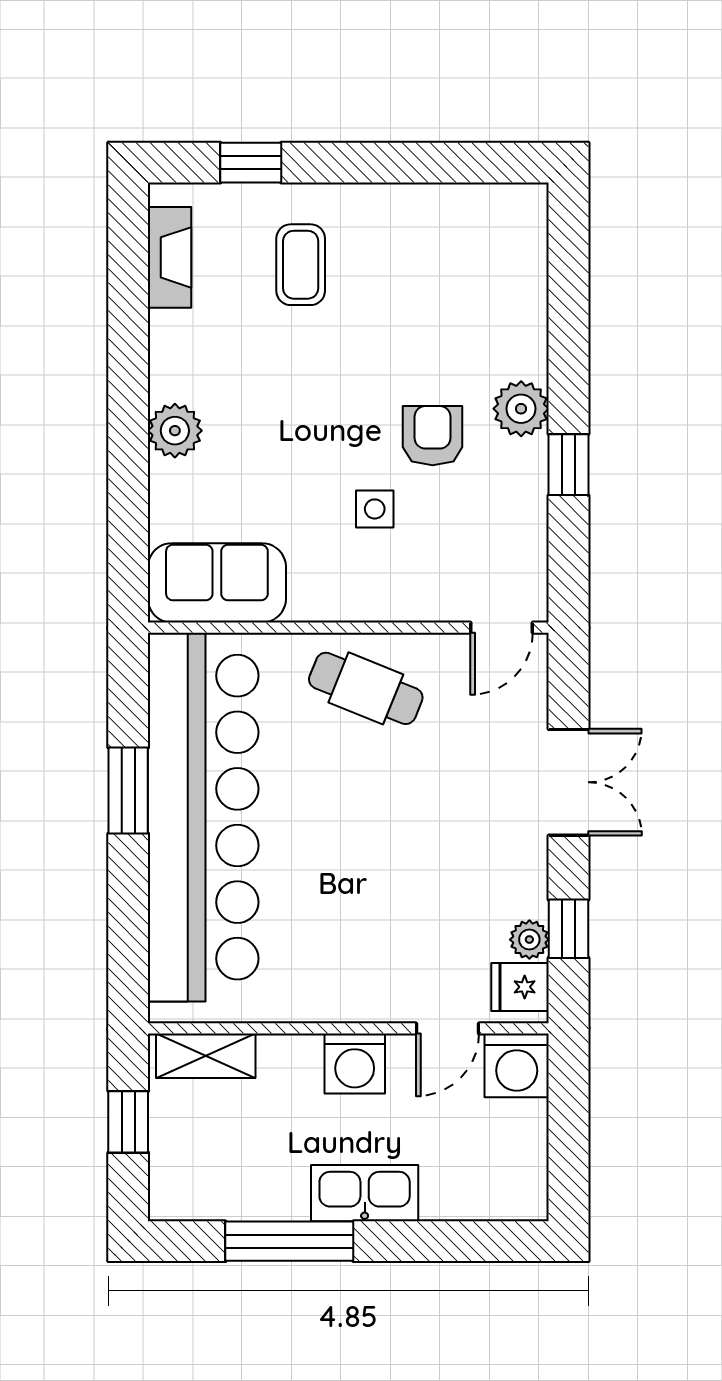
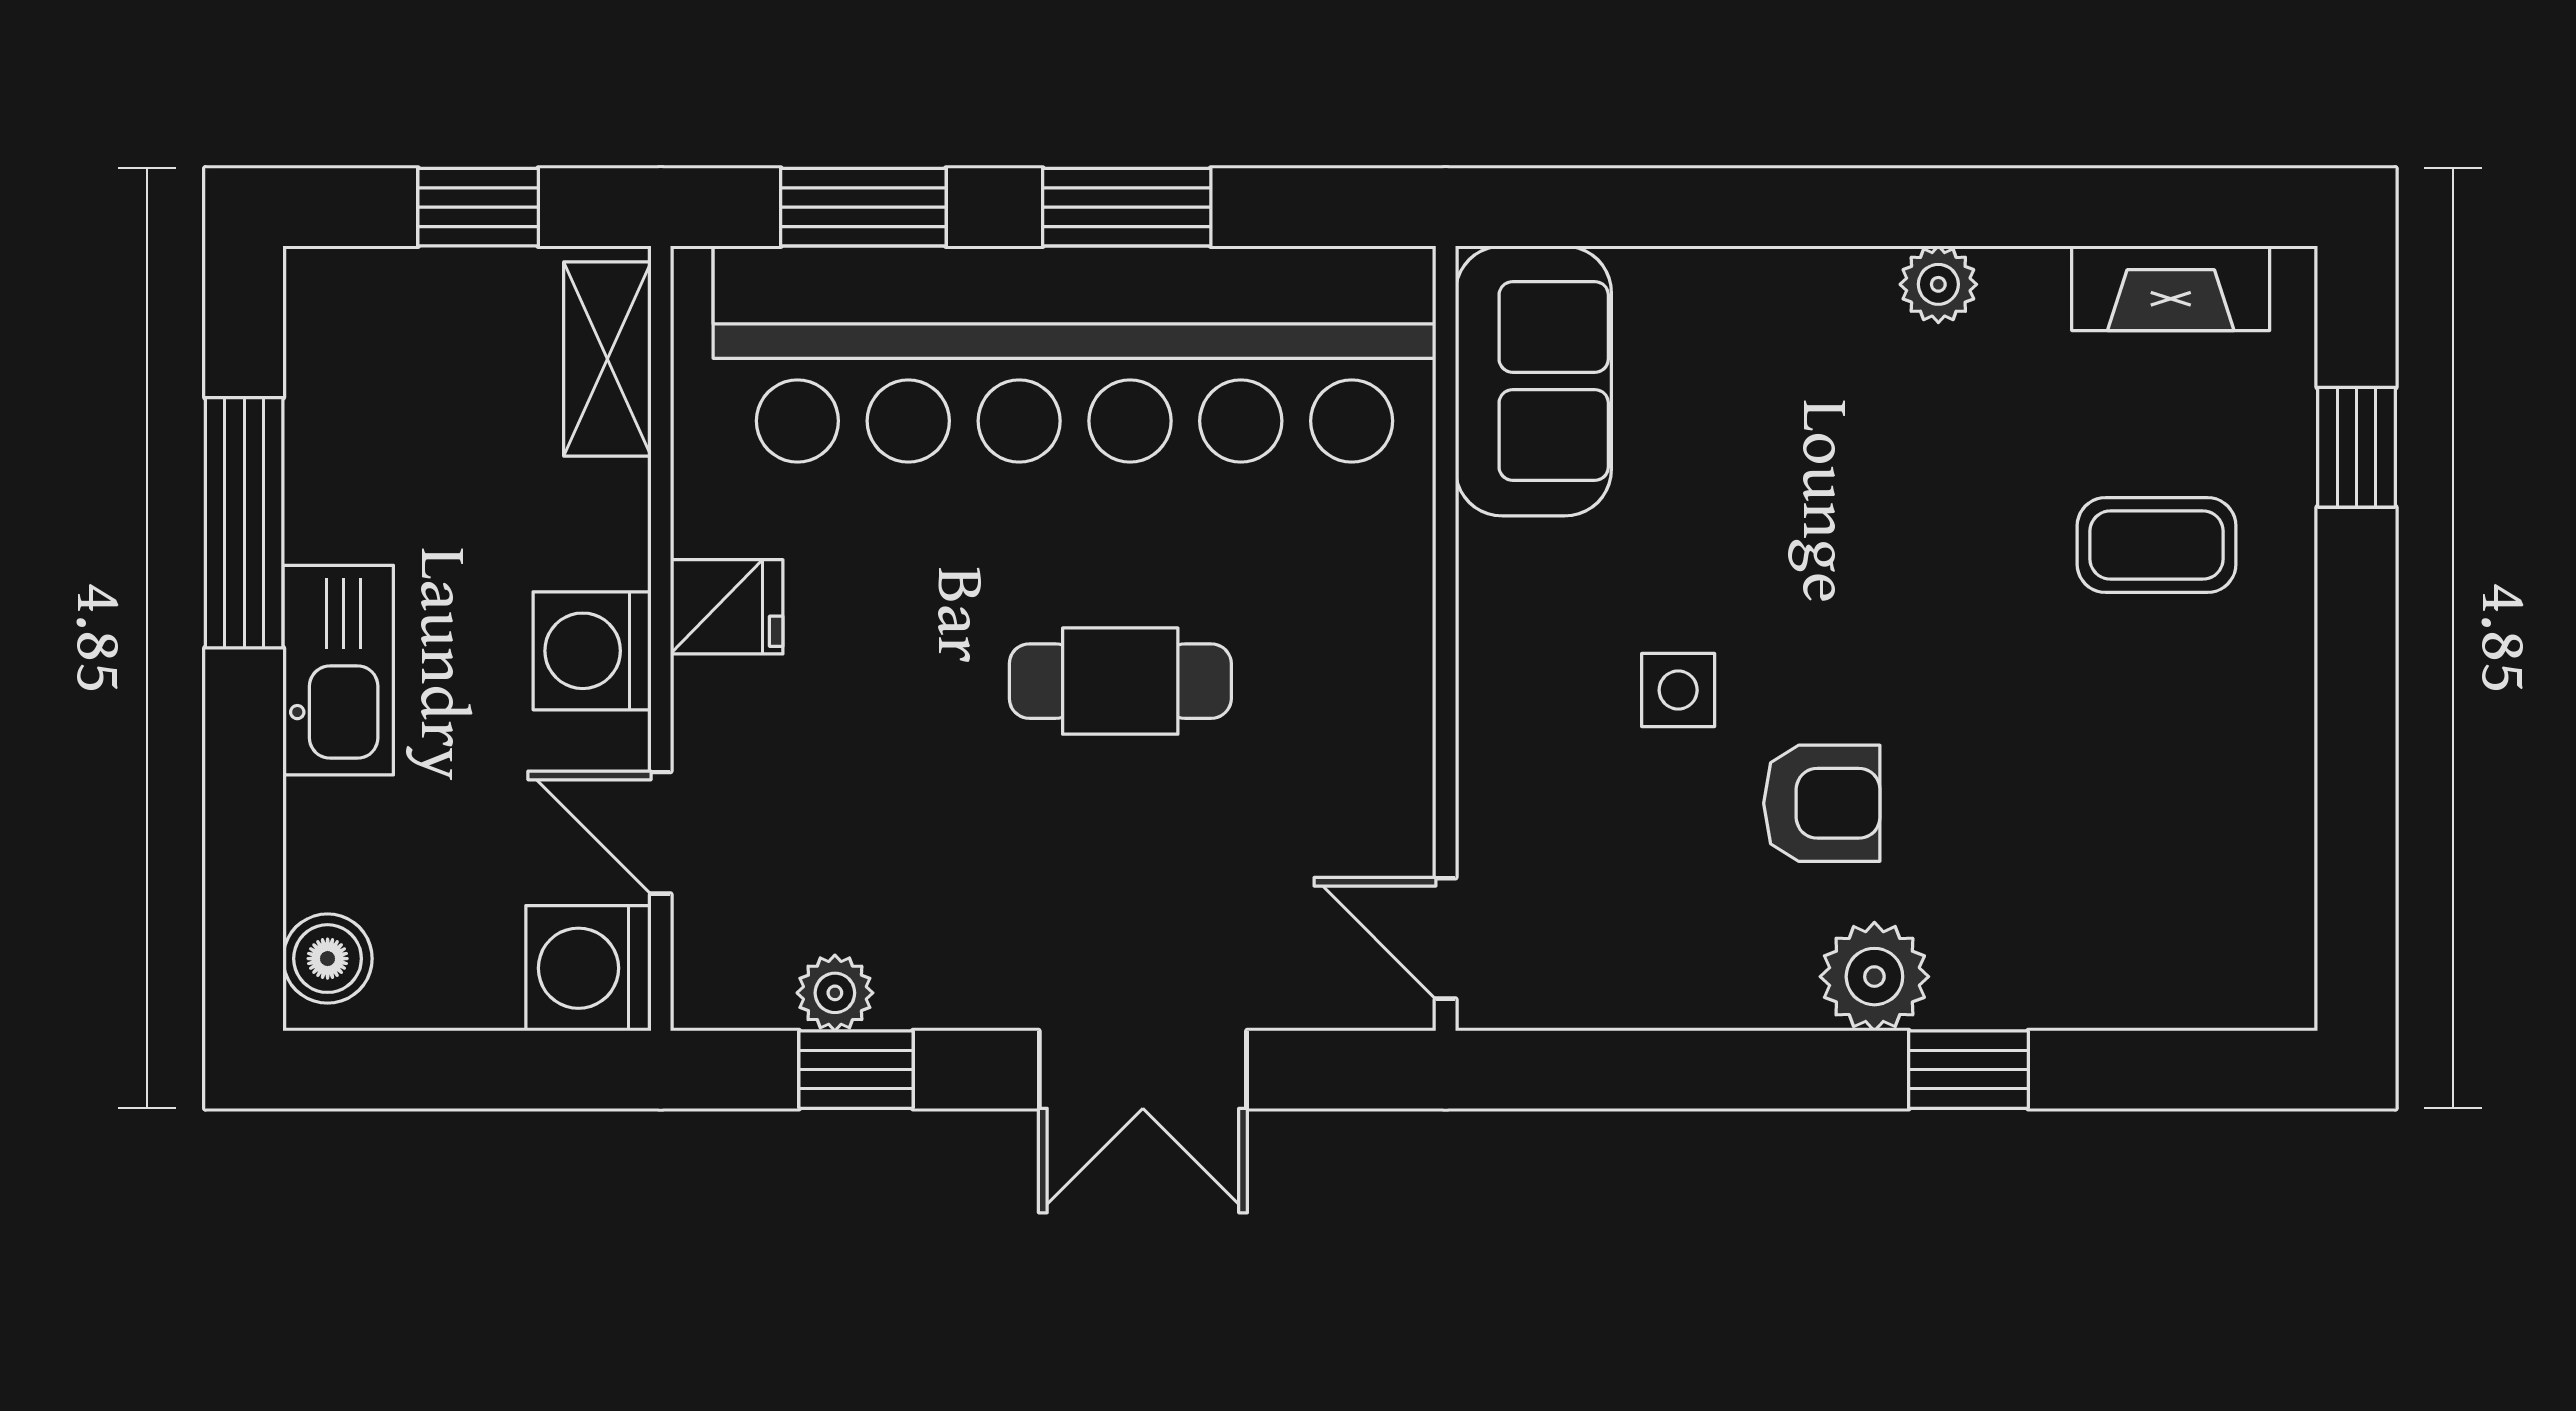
plant: (175, 431) -> (1938, 284), moved, width x0.73, depth x0.73
window: (569, 465) -> (1968, 1070), moved
cafe table: (366, 688) -> (1120, 681), moved, turned 68
window: (128, 925) -> (863, 207), added
fridge: (520, 987) -> (727, 607), moved, turned 90
boiler: (512, 1199) -> (328, 959), added

